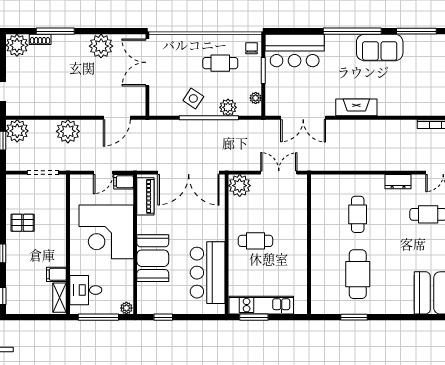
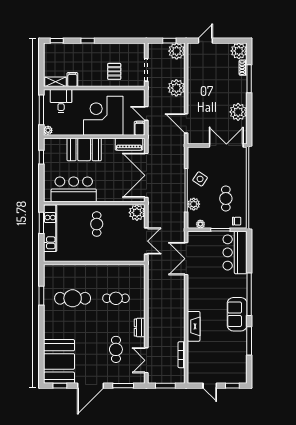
fireplace: (356, 107) -> (194, 326), moved
pallet: (23, 223) -> (114, 71), moved

